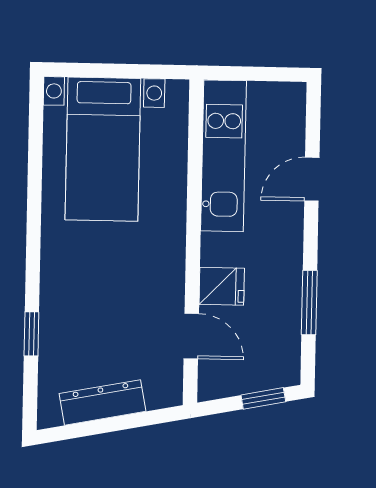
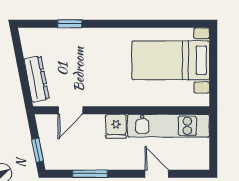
fridge: (222, 286) -> (116, 126), moved
dresser: (103, 402) -> (37, 79), moved

